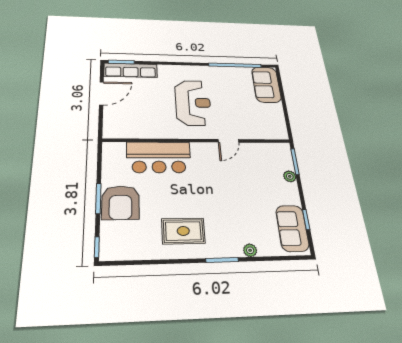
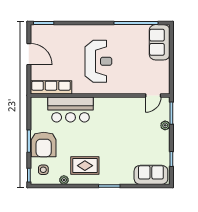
row of seats: (131, 70) -> (51, 87), moved, turned 180
door: (101, 93) -> (29, 54), hinge flipped
door: (228, 141) -> (153, 95), moved
sofa: (292, 228) -> (151, 175), moved, turned 90
side table: (120, 238) -> (43, 170), added
plant: (250, 250) -> (64, 180), moved

